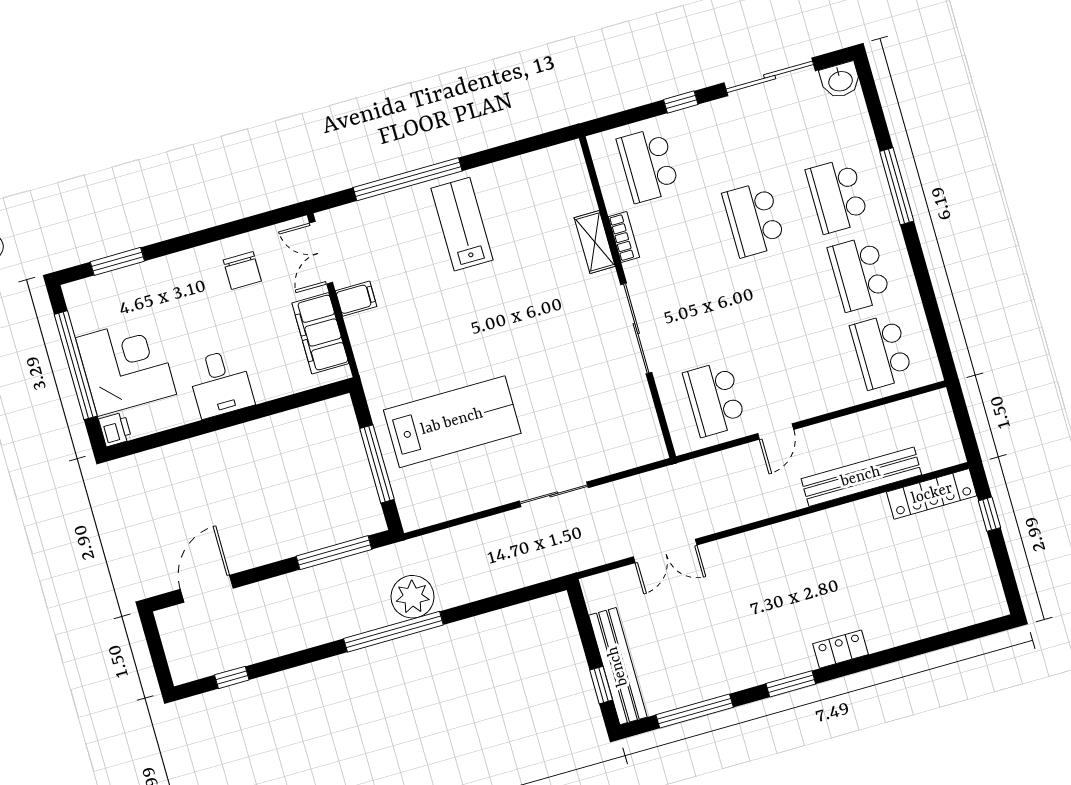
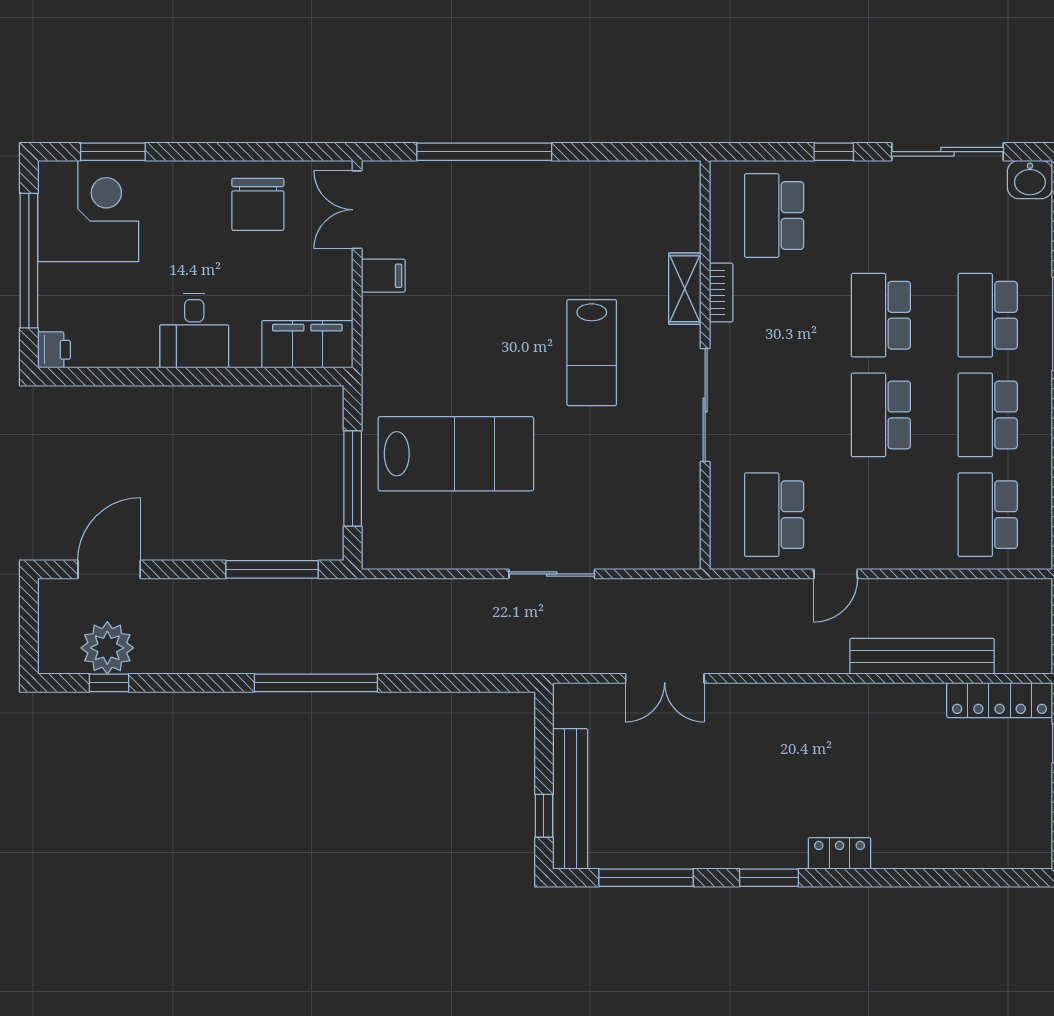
lab bench: (462, 224) -> (592, 353), moved, turned 180
chair: (242, 270) -> (258, 204), width x1.37, depth x1.37
school desk: (776, 297) -> (881, 415), added
filing cabinet: (320, 333) -> (307, 344), moved, turned 90
corner desk: (126, 366) -> (88, 211), moved
plant: (412, 597) -> (107, 648), moved

